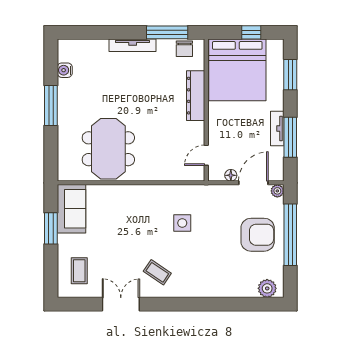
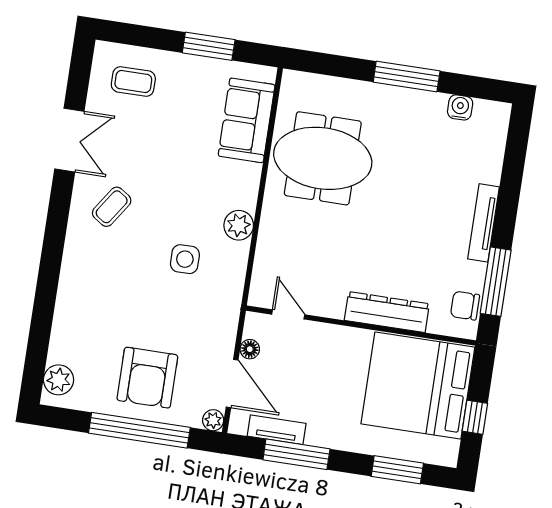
tv unit: (277, 129) -> (277, 430), moved
plant: (157, 194) -> (239, 225), added
sofa: (71, 209) -> (247, 120), moved, turned 90

